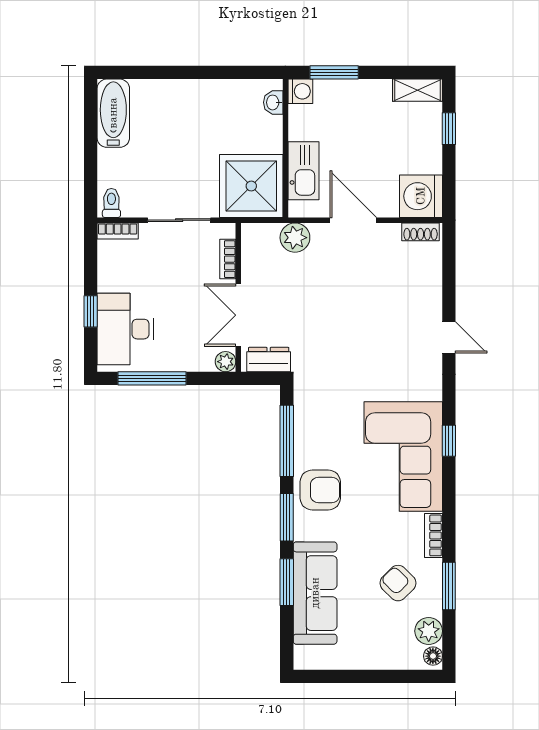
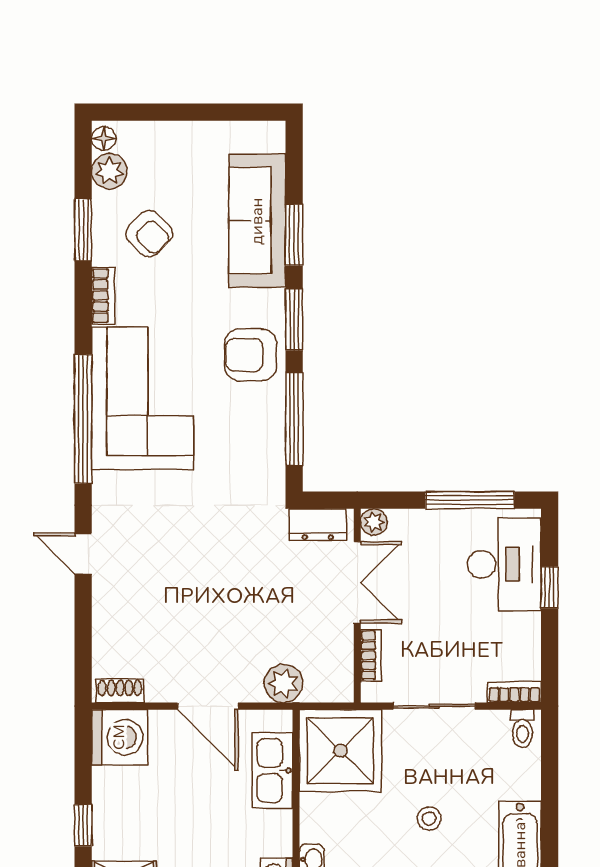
stool: (183, 134) -> (429, 819), added
window: (449, 441) -> (83, 419), width x3.17

